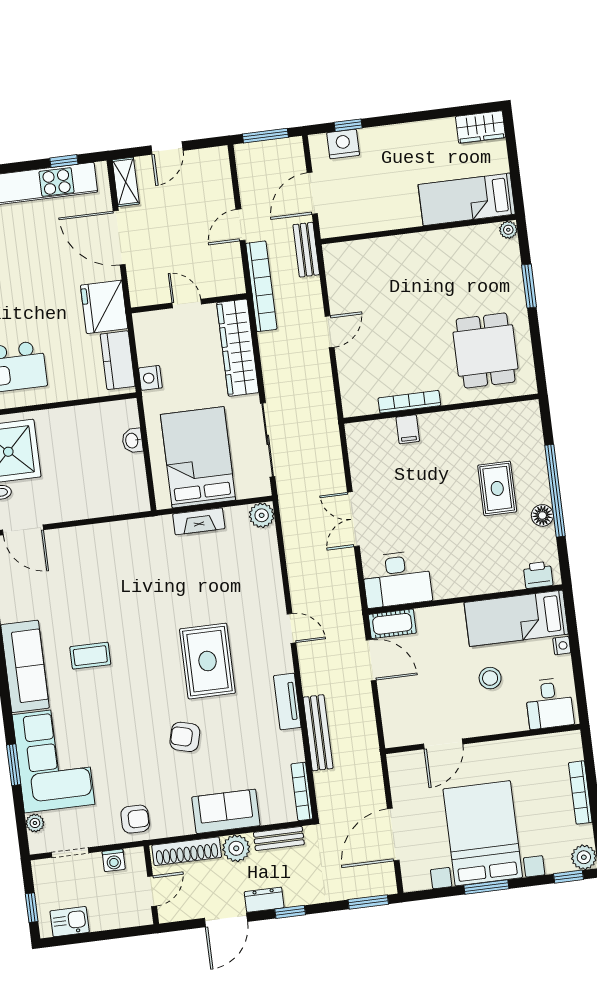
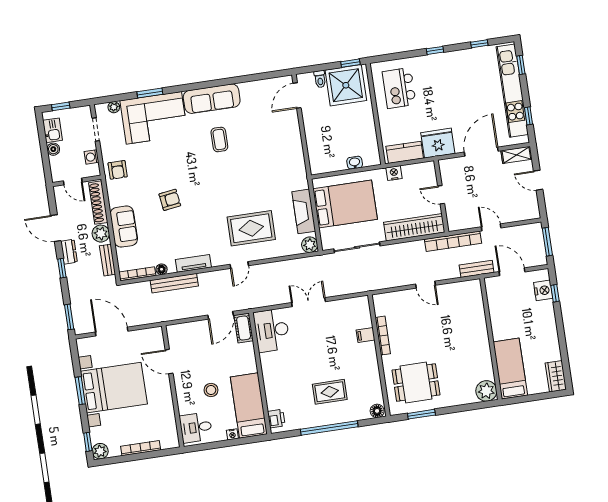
plant: (508, 230) -> (486, 391), width x1.87, depth x1.87
window: (529, 286) -> (421, 414), moved
door: (187, 304) -> (441, 195), swing flipped
floor lamp: (542, 515) -> (377, 411), moved
fireplace: (199, 521) -> (304, 211), width x1.37, depth x1.32
rug: (207, 661) -> (251, 228), moved
armchair: (185, 737) -> (170, 200), turned 67
floor lamp: (296, 753) -> (162, 269), added
boiler: (100, 921) -> (53, 149), added

